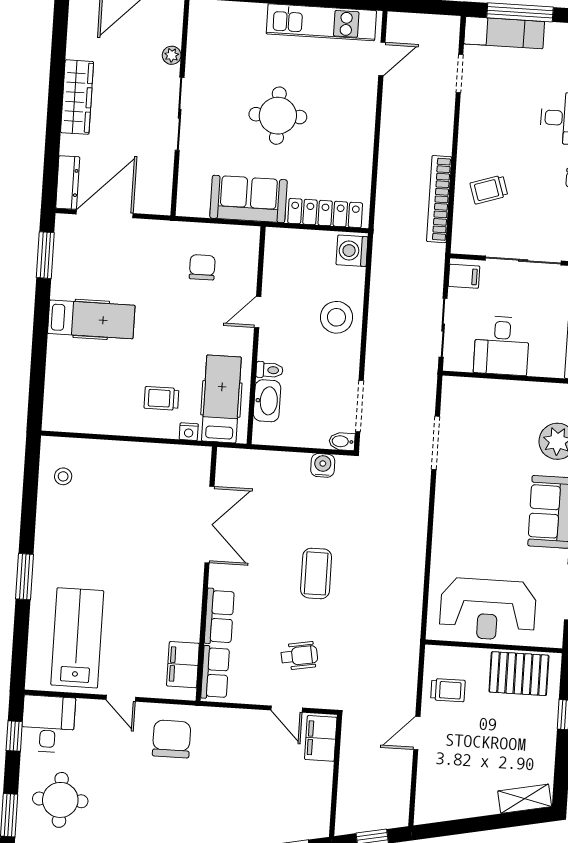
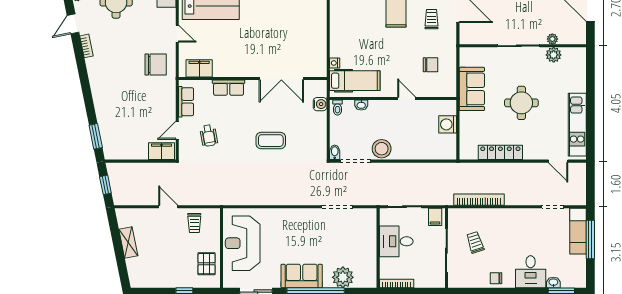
plant: (199, 55) -> (554, 55), added
trolley: (489, 190) -> (475, 242), moved
locker: (325, 213) -> (500, 152), moved, turned -90
washing machine: (352, 251) -> (448, 124), moved, turned -90
stool: (336, 317) -> (382, 149), moved
toilet: (269, 370) -> (337, 108), moved
trolley: (161, 398) -> (431, 19), moved
washbasin: (267, 401) -> (361, 105), width x0.52, depth x0.69
water cooler: (323, 465) -> (320, 104), moved
coffee table: (316, 573) -> (271, 141), moved
row of seats: (215, 672) -> (186, 102), moved, turned -90
pallet: (519, 674) -> (207, 264), width x0.67, depth x0.71
door: (121, 698) -> (177, 34), swing flipped
shelving: (525, 799) -> (128, 243), moved

